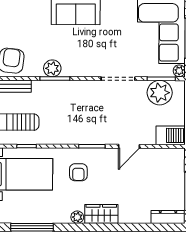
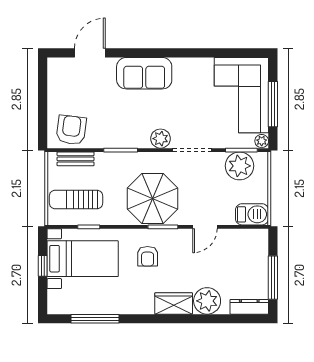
plant: (52, 68) -> (160, 139), moved
parasol: (83, 121) -> (153, 198), added
plant: (77, 217) -> (207, 301), moved, width x1.88, depth x1.88

